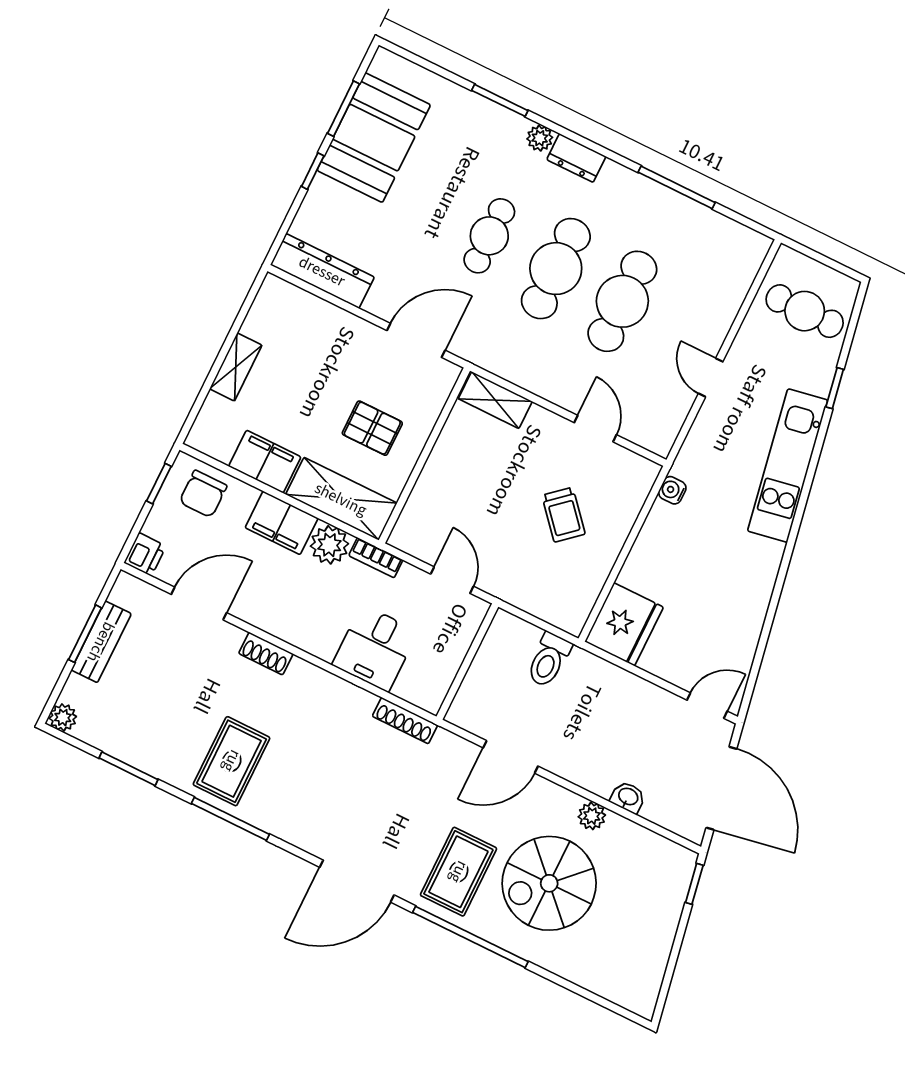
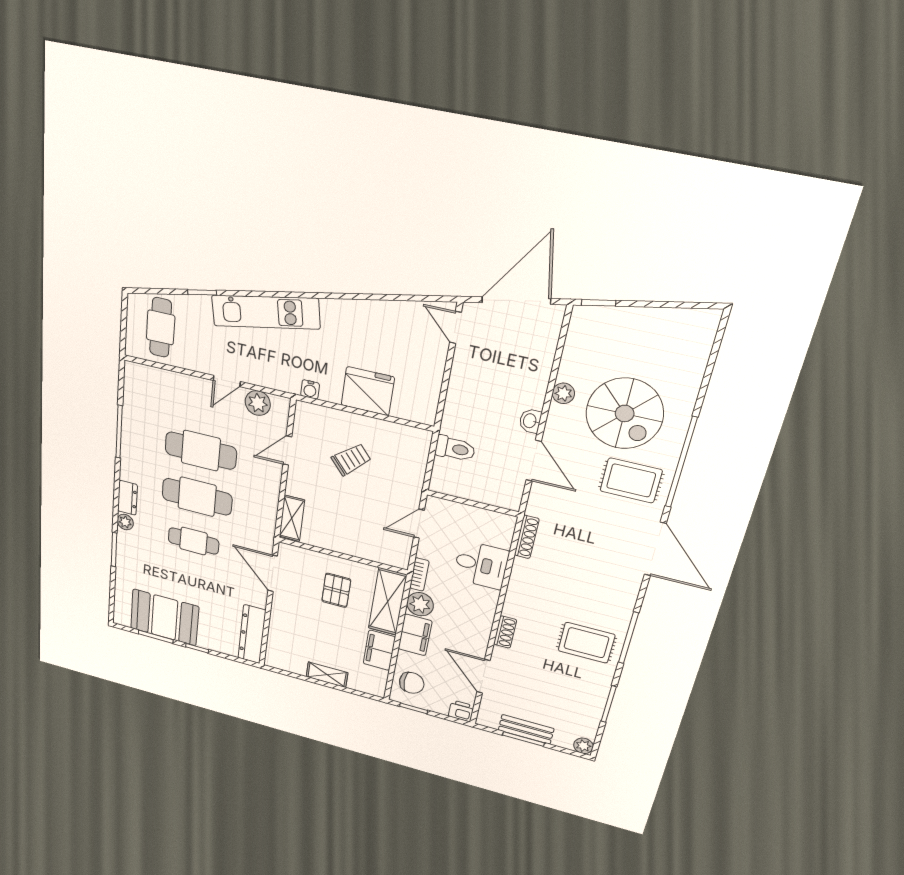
plant: (671, 410) -> (258, 403), added
fridge: (624, 624) -> (368, 391), moved
washbasin: (628, 797) -> (530, 421), moved

